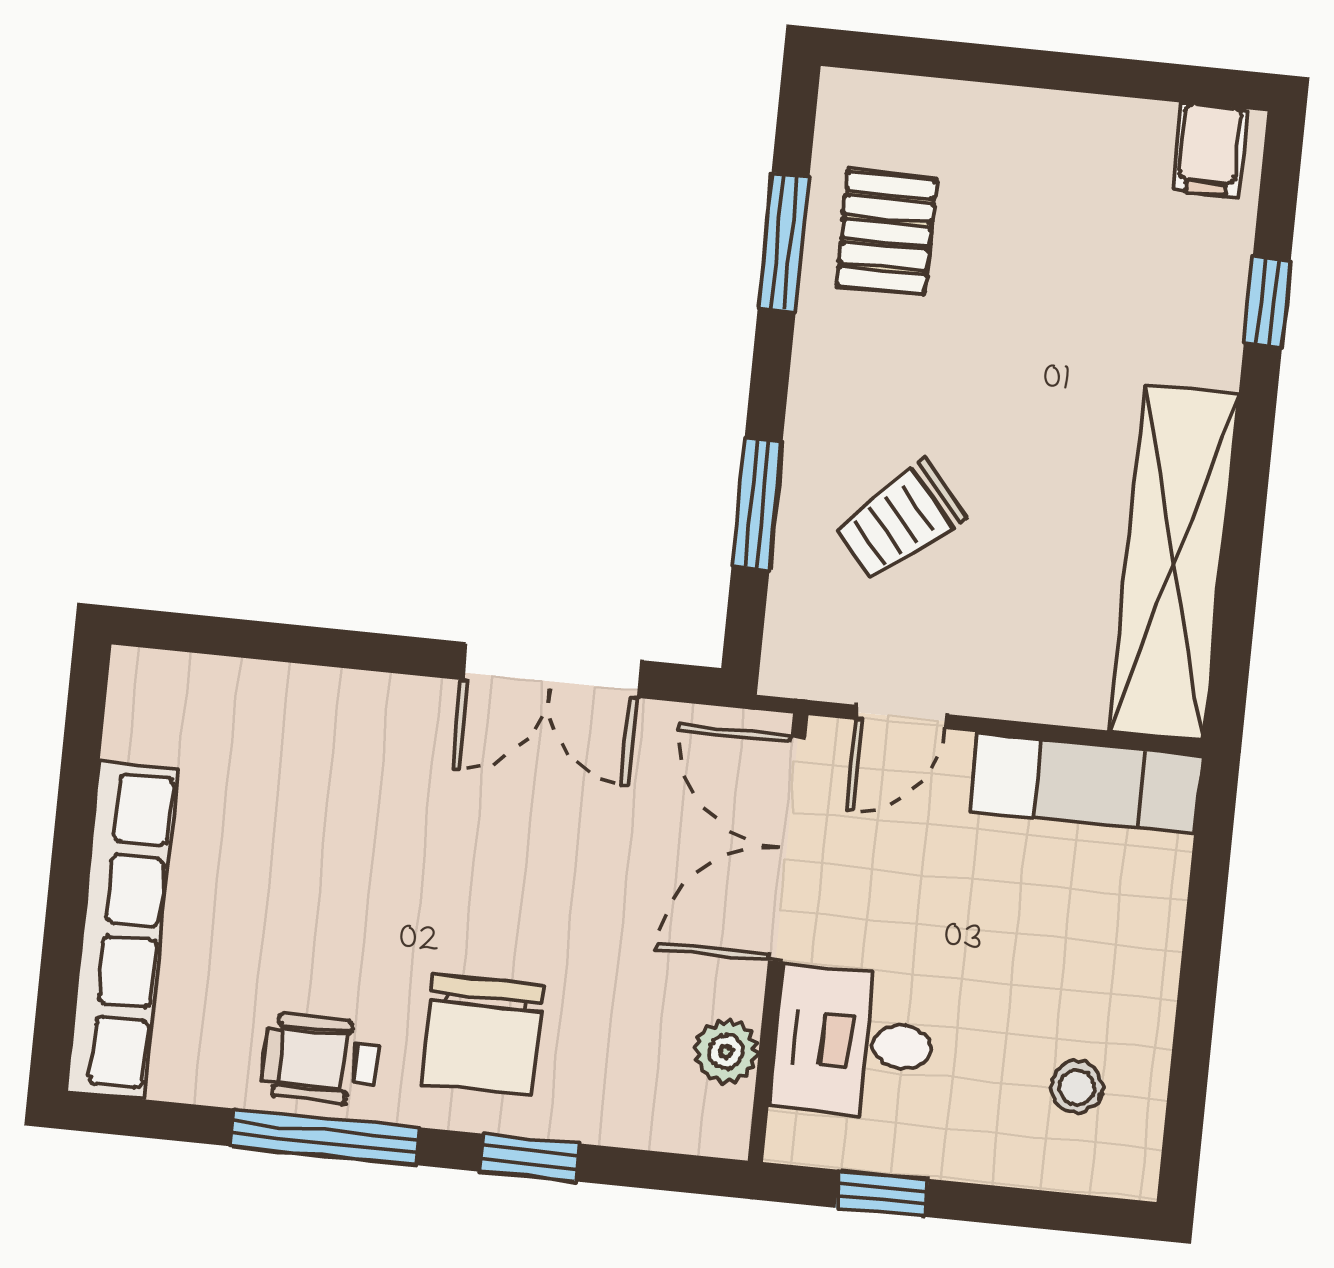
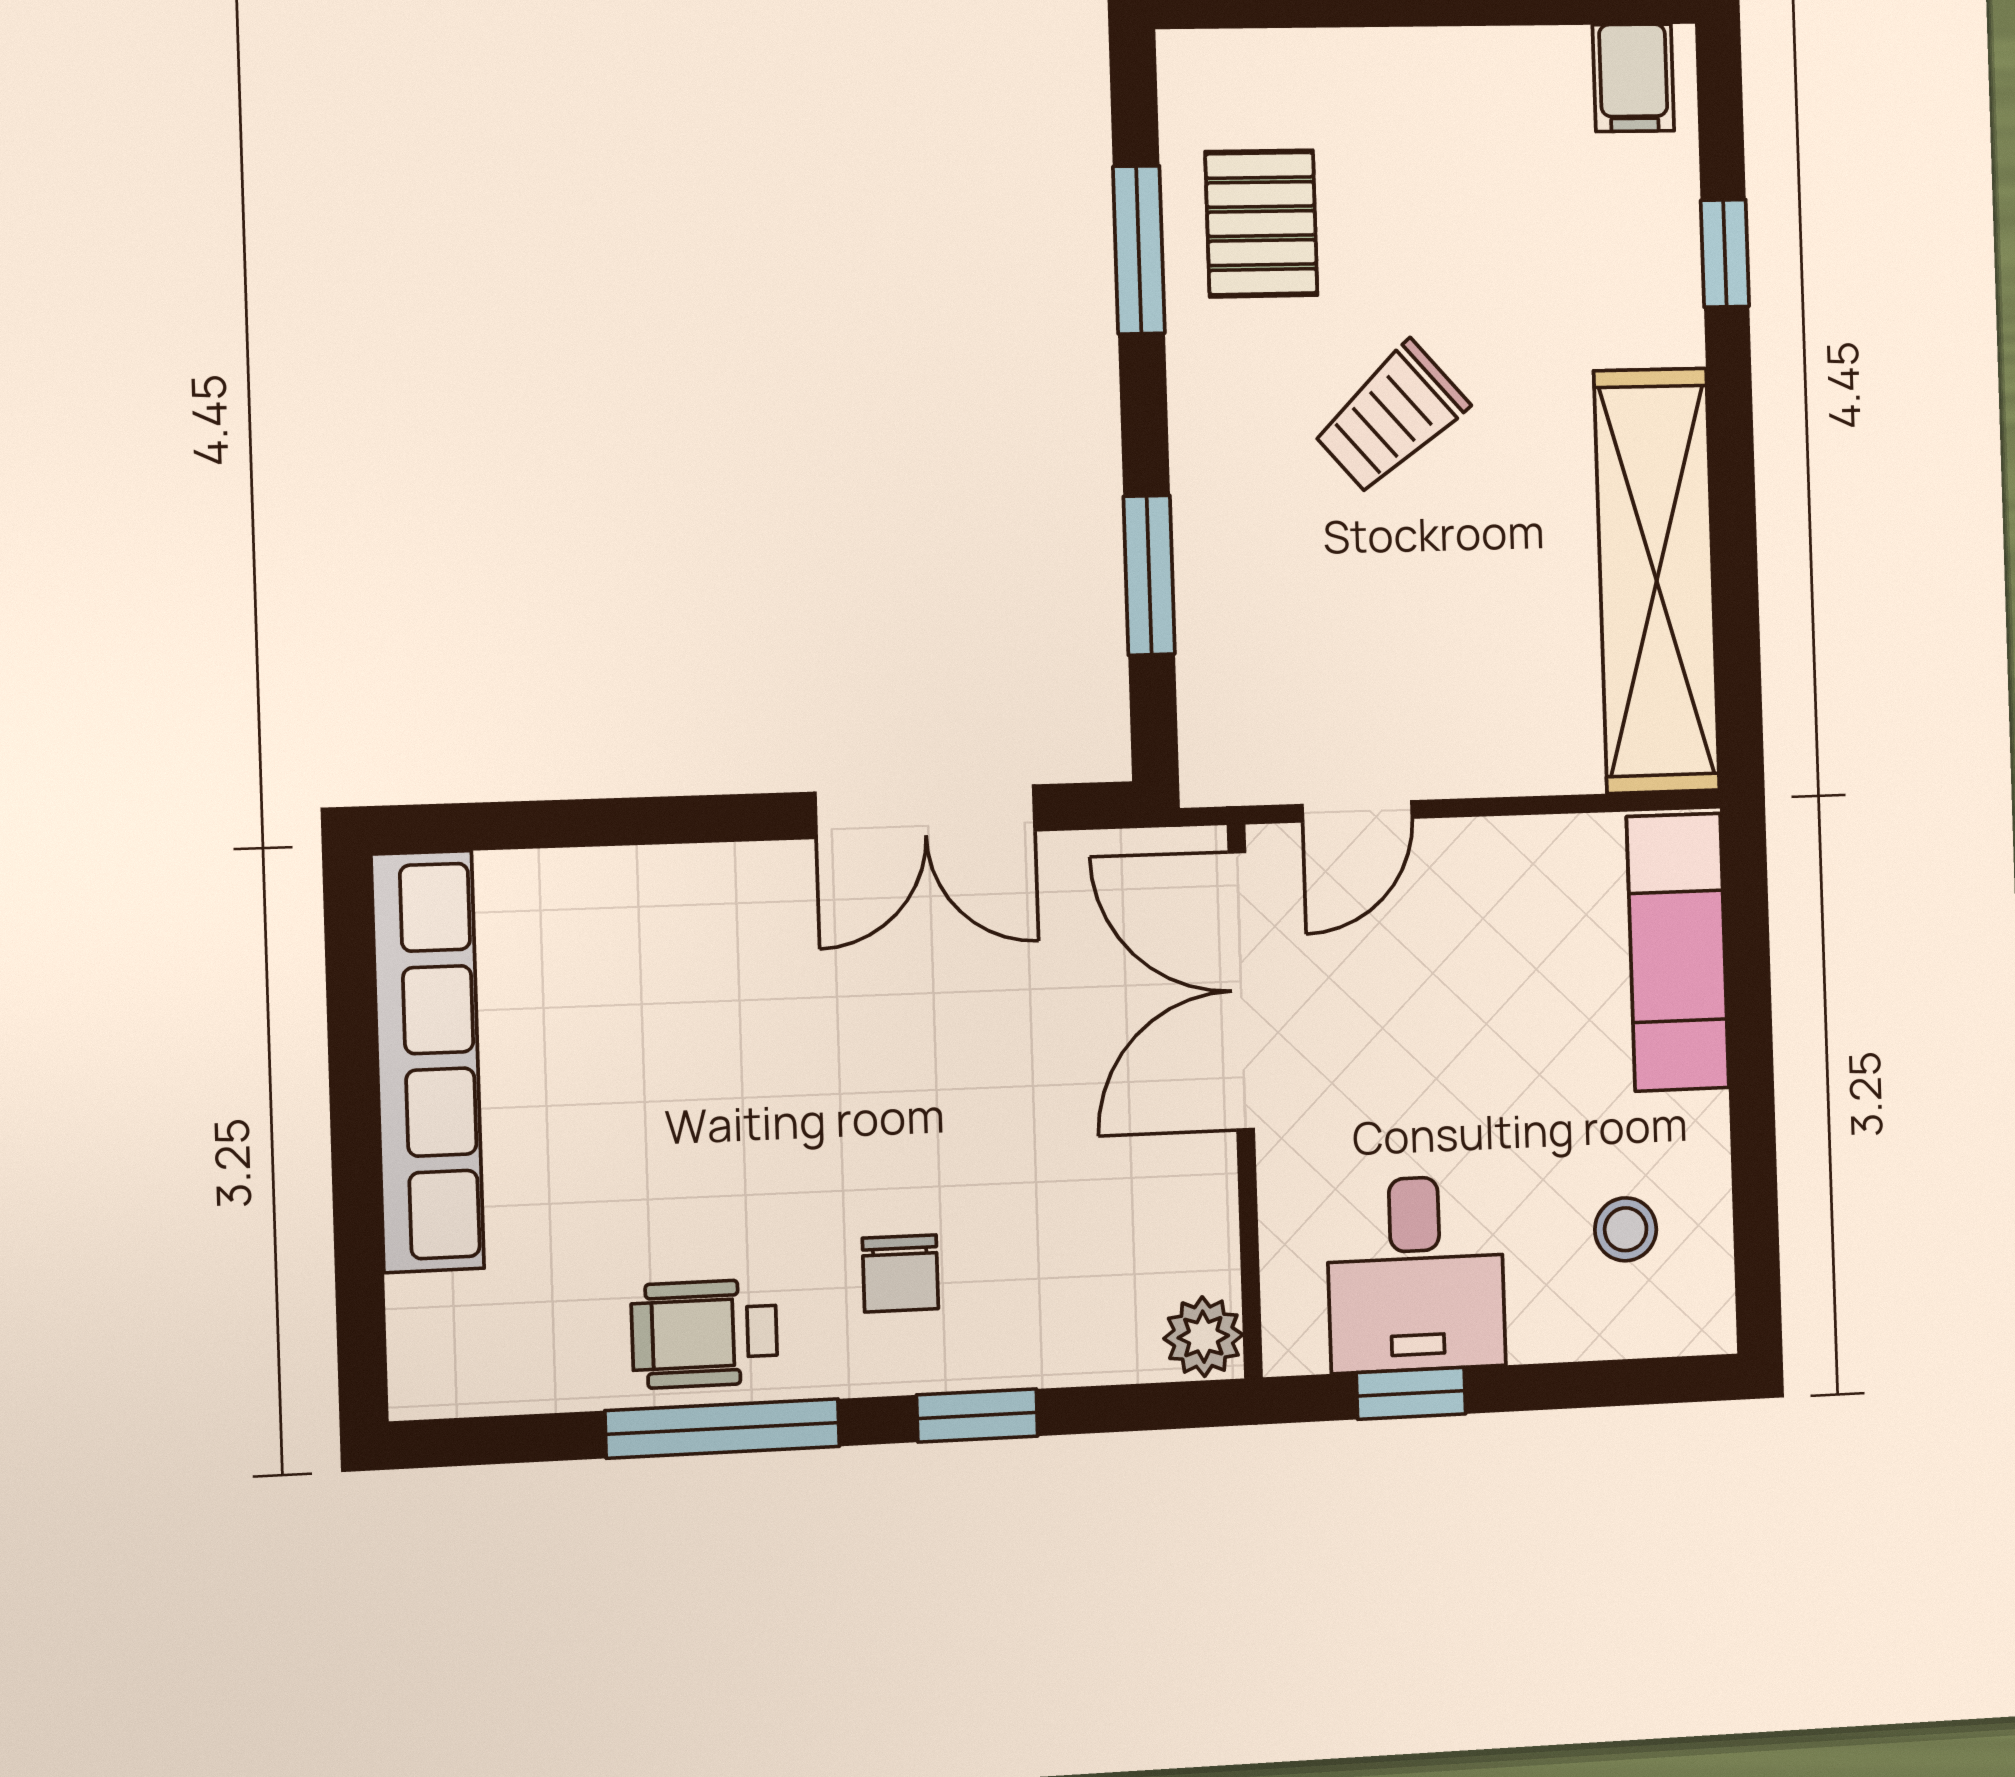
trolley: (899, 521) -> (1391, 418), moved
exam couch: (1086, 783) -> (1678, 952), moved, turned 90
row of seats: (122, 930) -> (428, 1061), moved
chair: (483, 1035) -> (900, 1273), width x0.54, depth x0.54
desk: (854, 1042) -> (1416, 1274), moved, turned -90
plant: (726, 1051) -> (1203, 1337), moved

